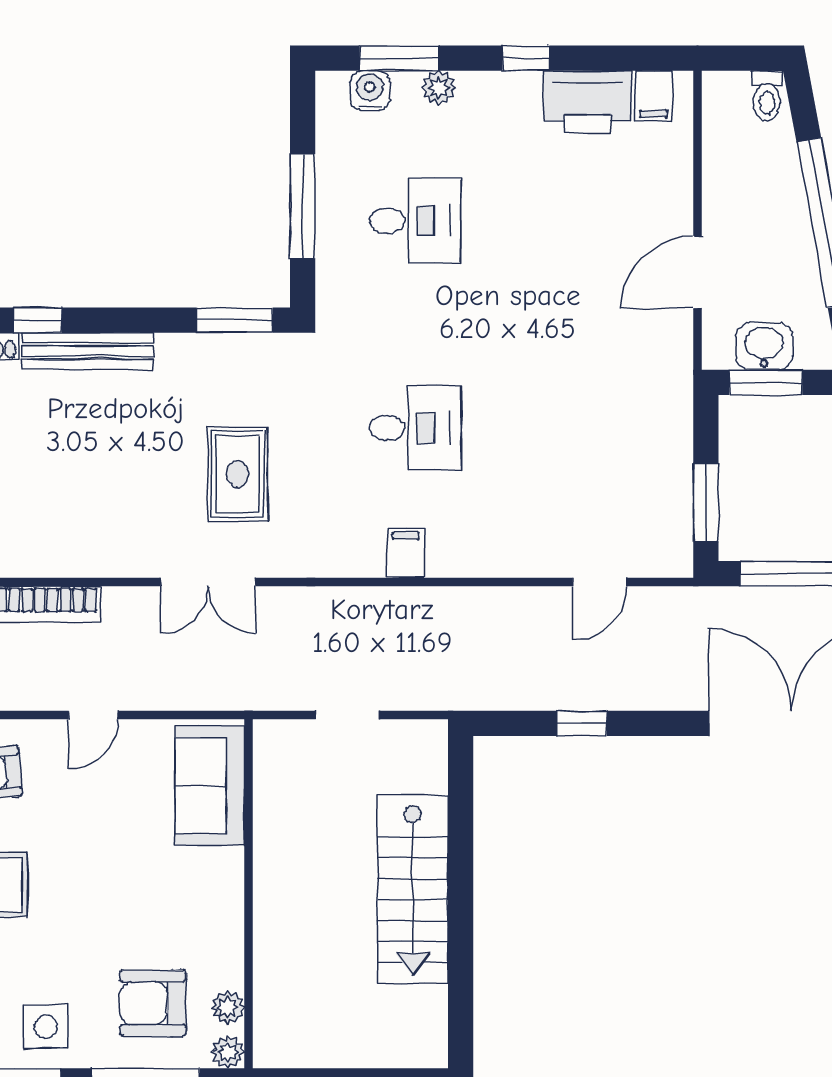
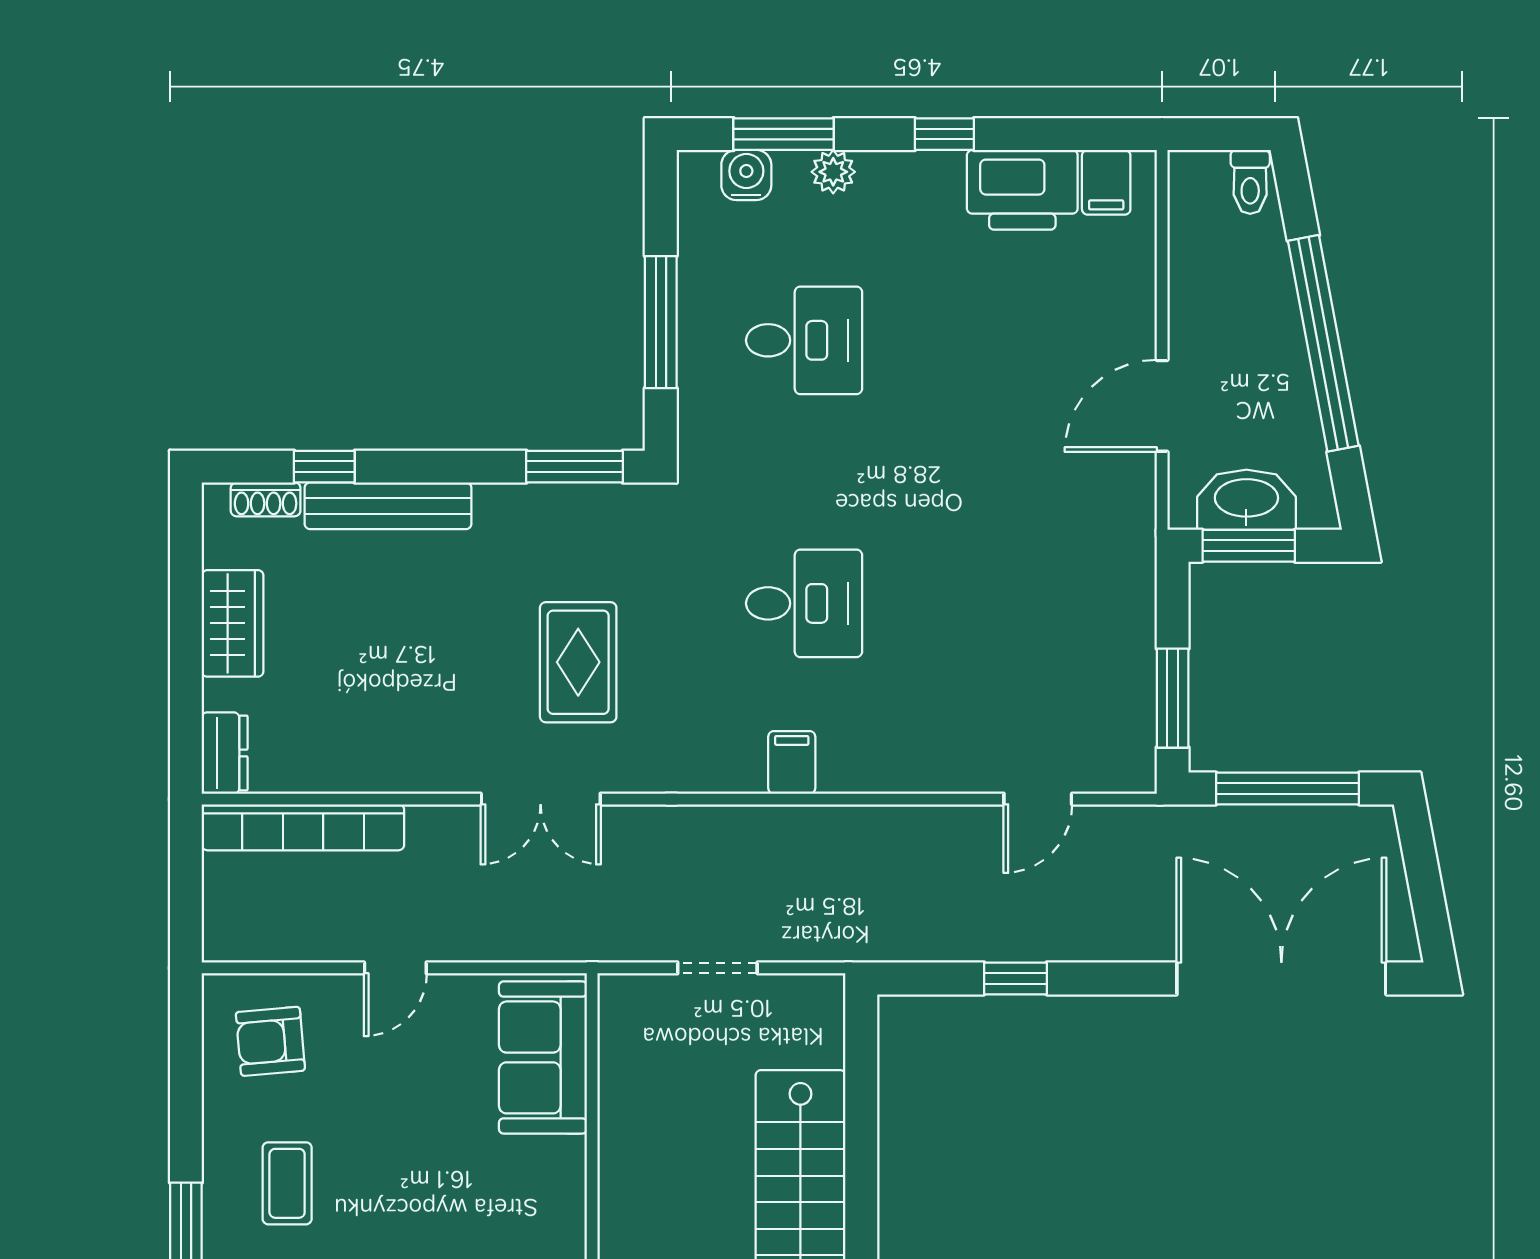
washbasin: (764, 346) -> (1246, 500), width x1.38

